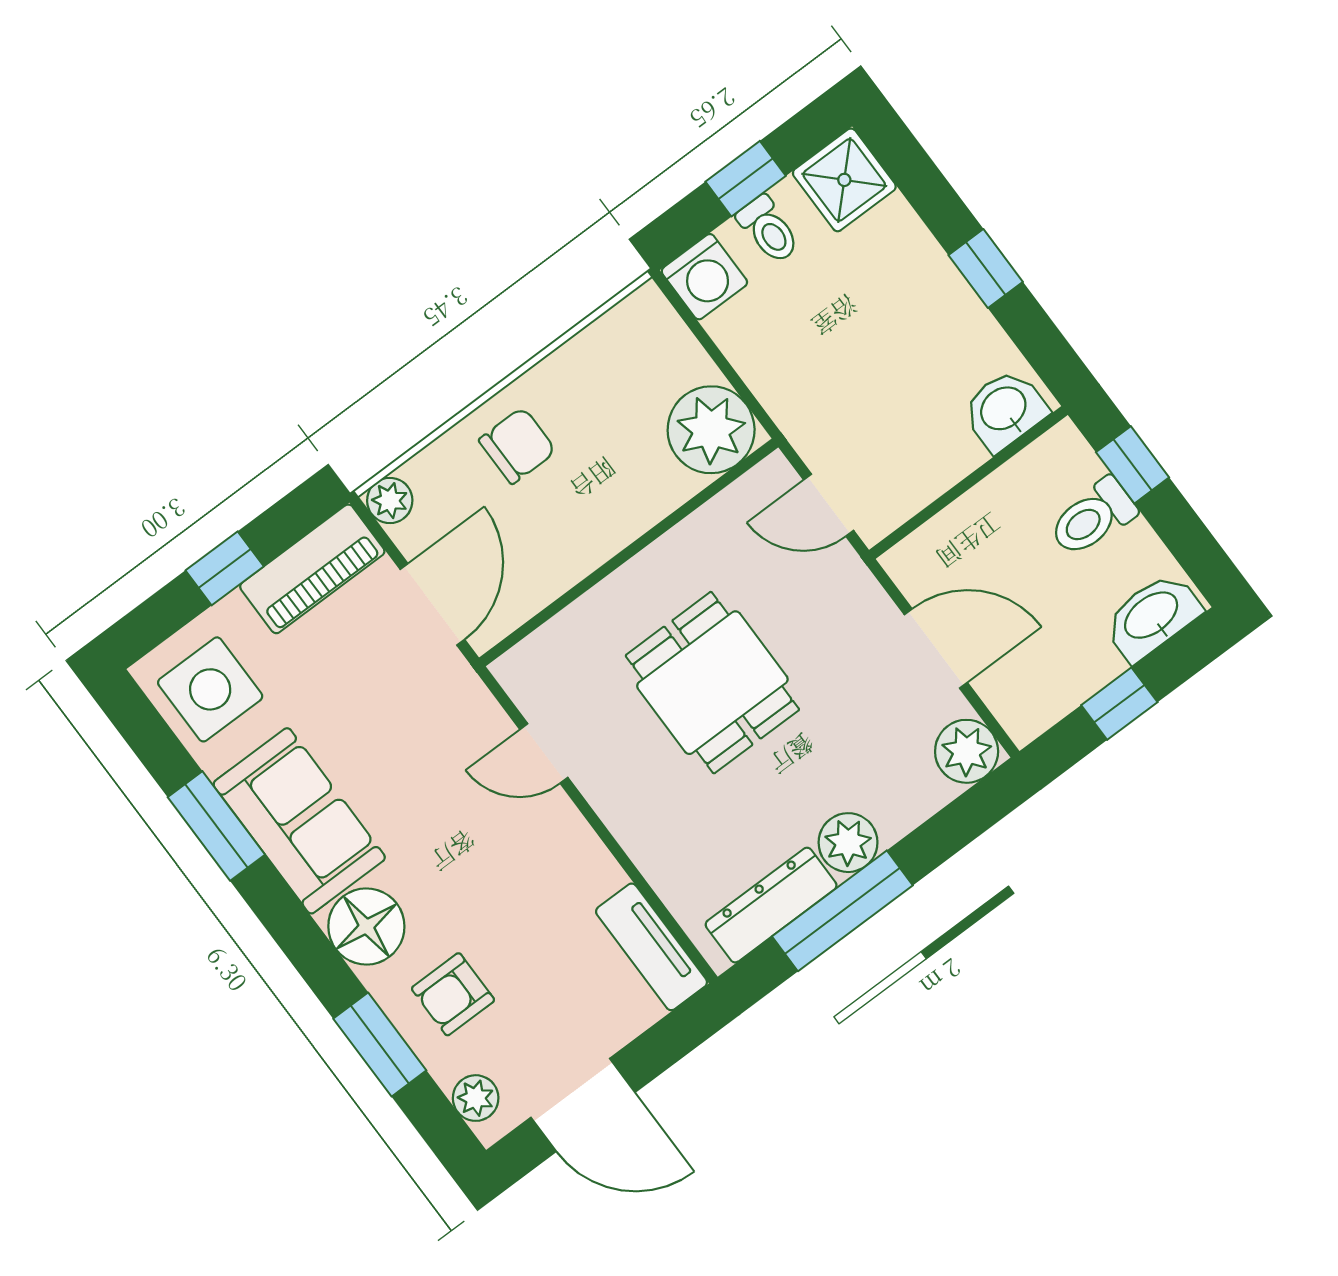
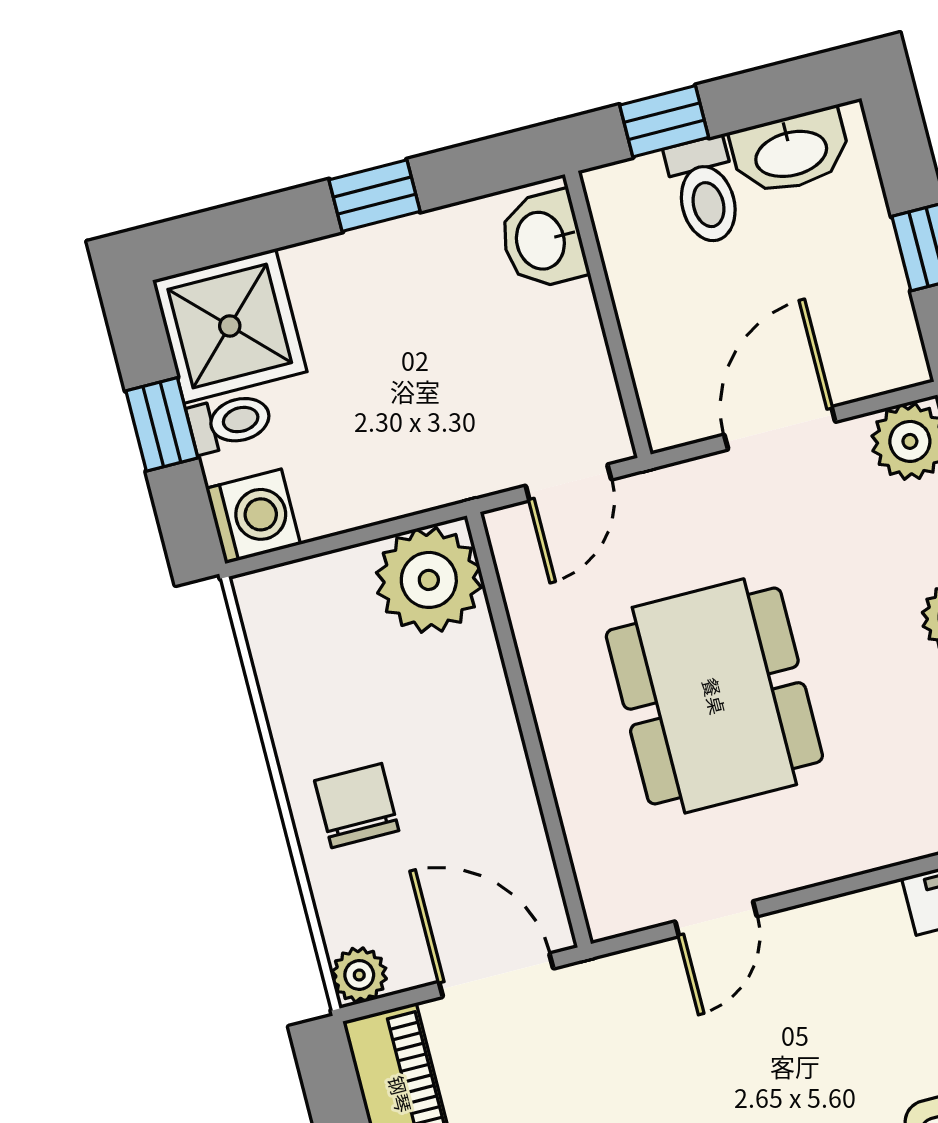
shower: (844, 180) -> (230, 326), width x1.36, depth x1.36
washbasin: (1152, 616) -> (791, 152), moved, turned -90
dining table: (712, 683) -> (714, 696), width x1.38

